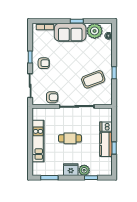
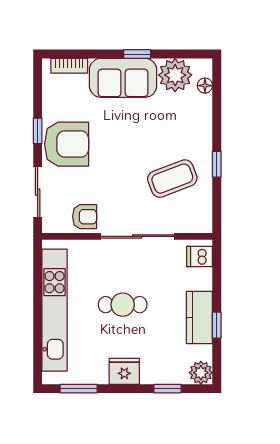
armchair: (44, 63) -> (67, 144), width x1.88, depth x1.88
dishwasher: (106, 127) -> (199, 257), moved
kitchen unit: (38, 141) -> (55, 310), width x1.36
plant: (84, 170) -> (201, 373), moved

